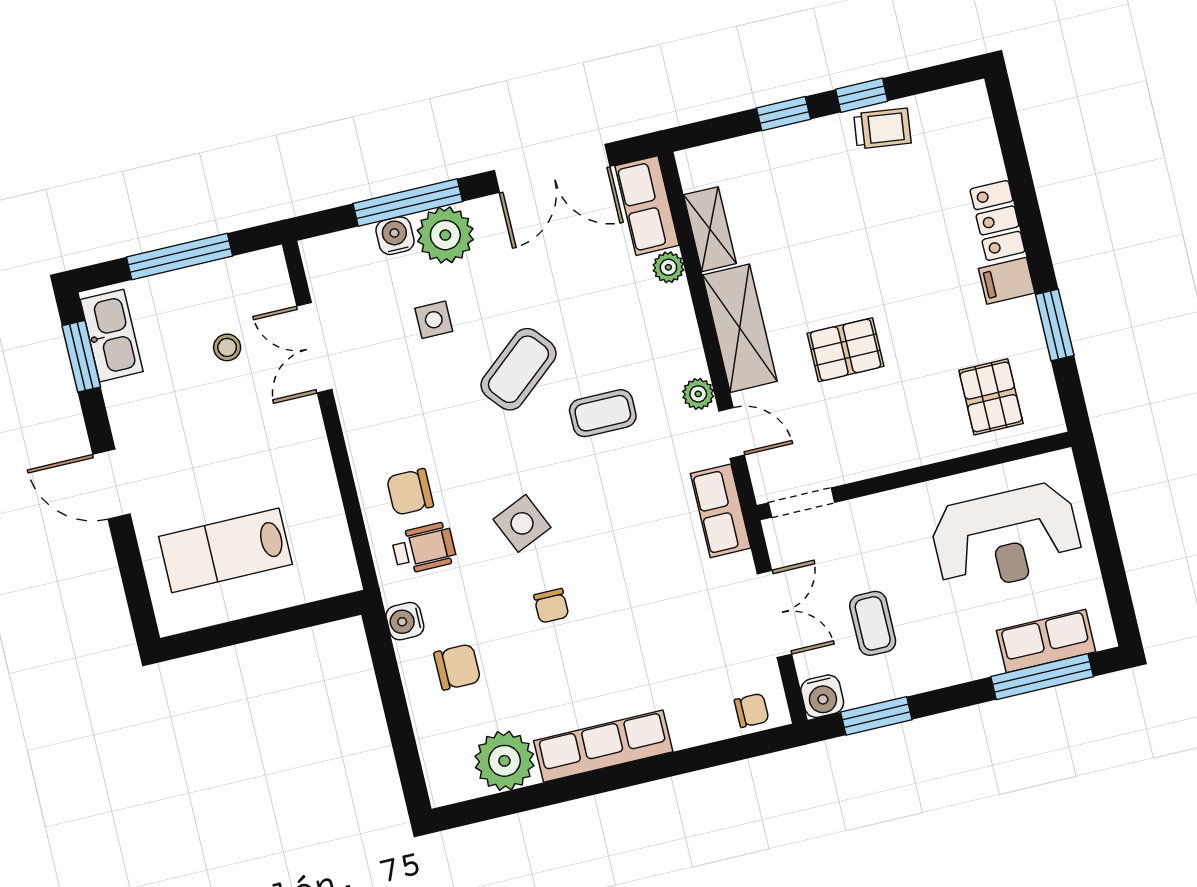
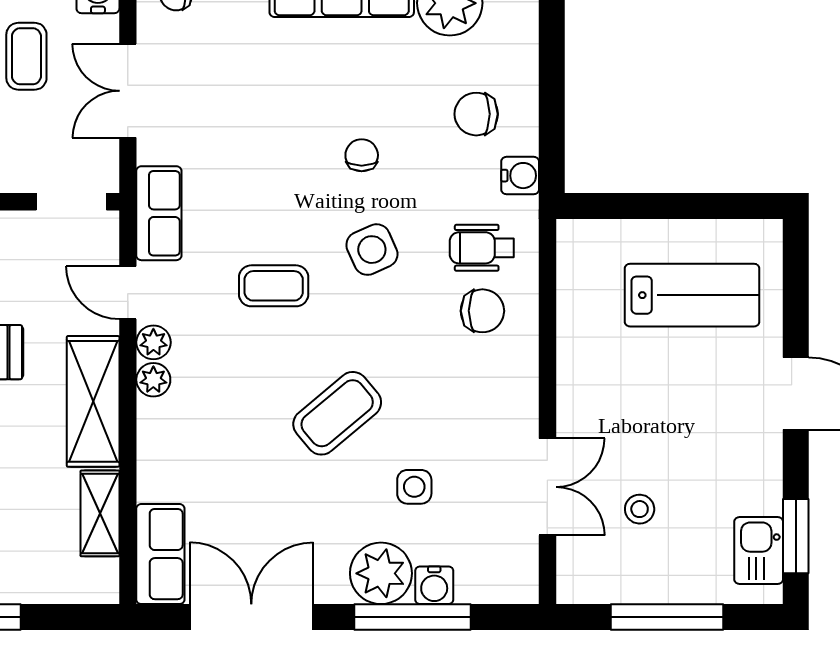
plant: (668, 267) -> (153, 380), moved
kitchen sink: (112, 336) -> (759, 550), width x0.73
coffee table: (603, 413) -> (274, 286), moved

